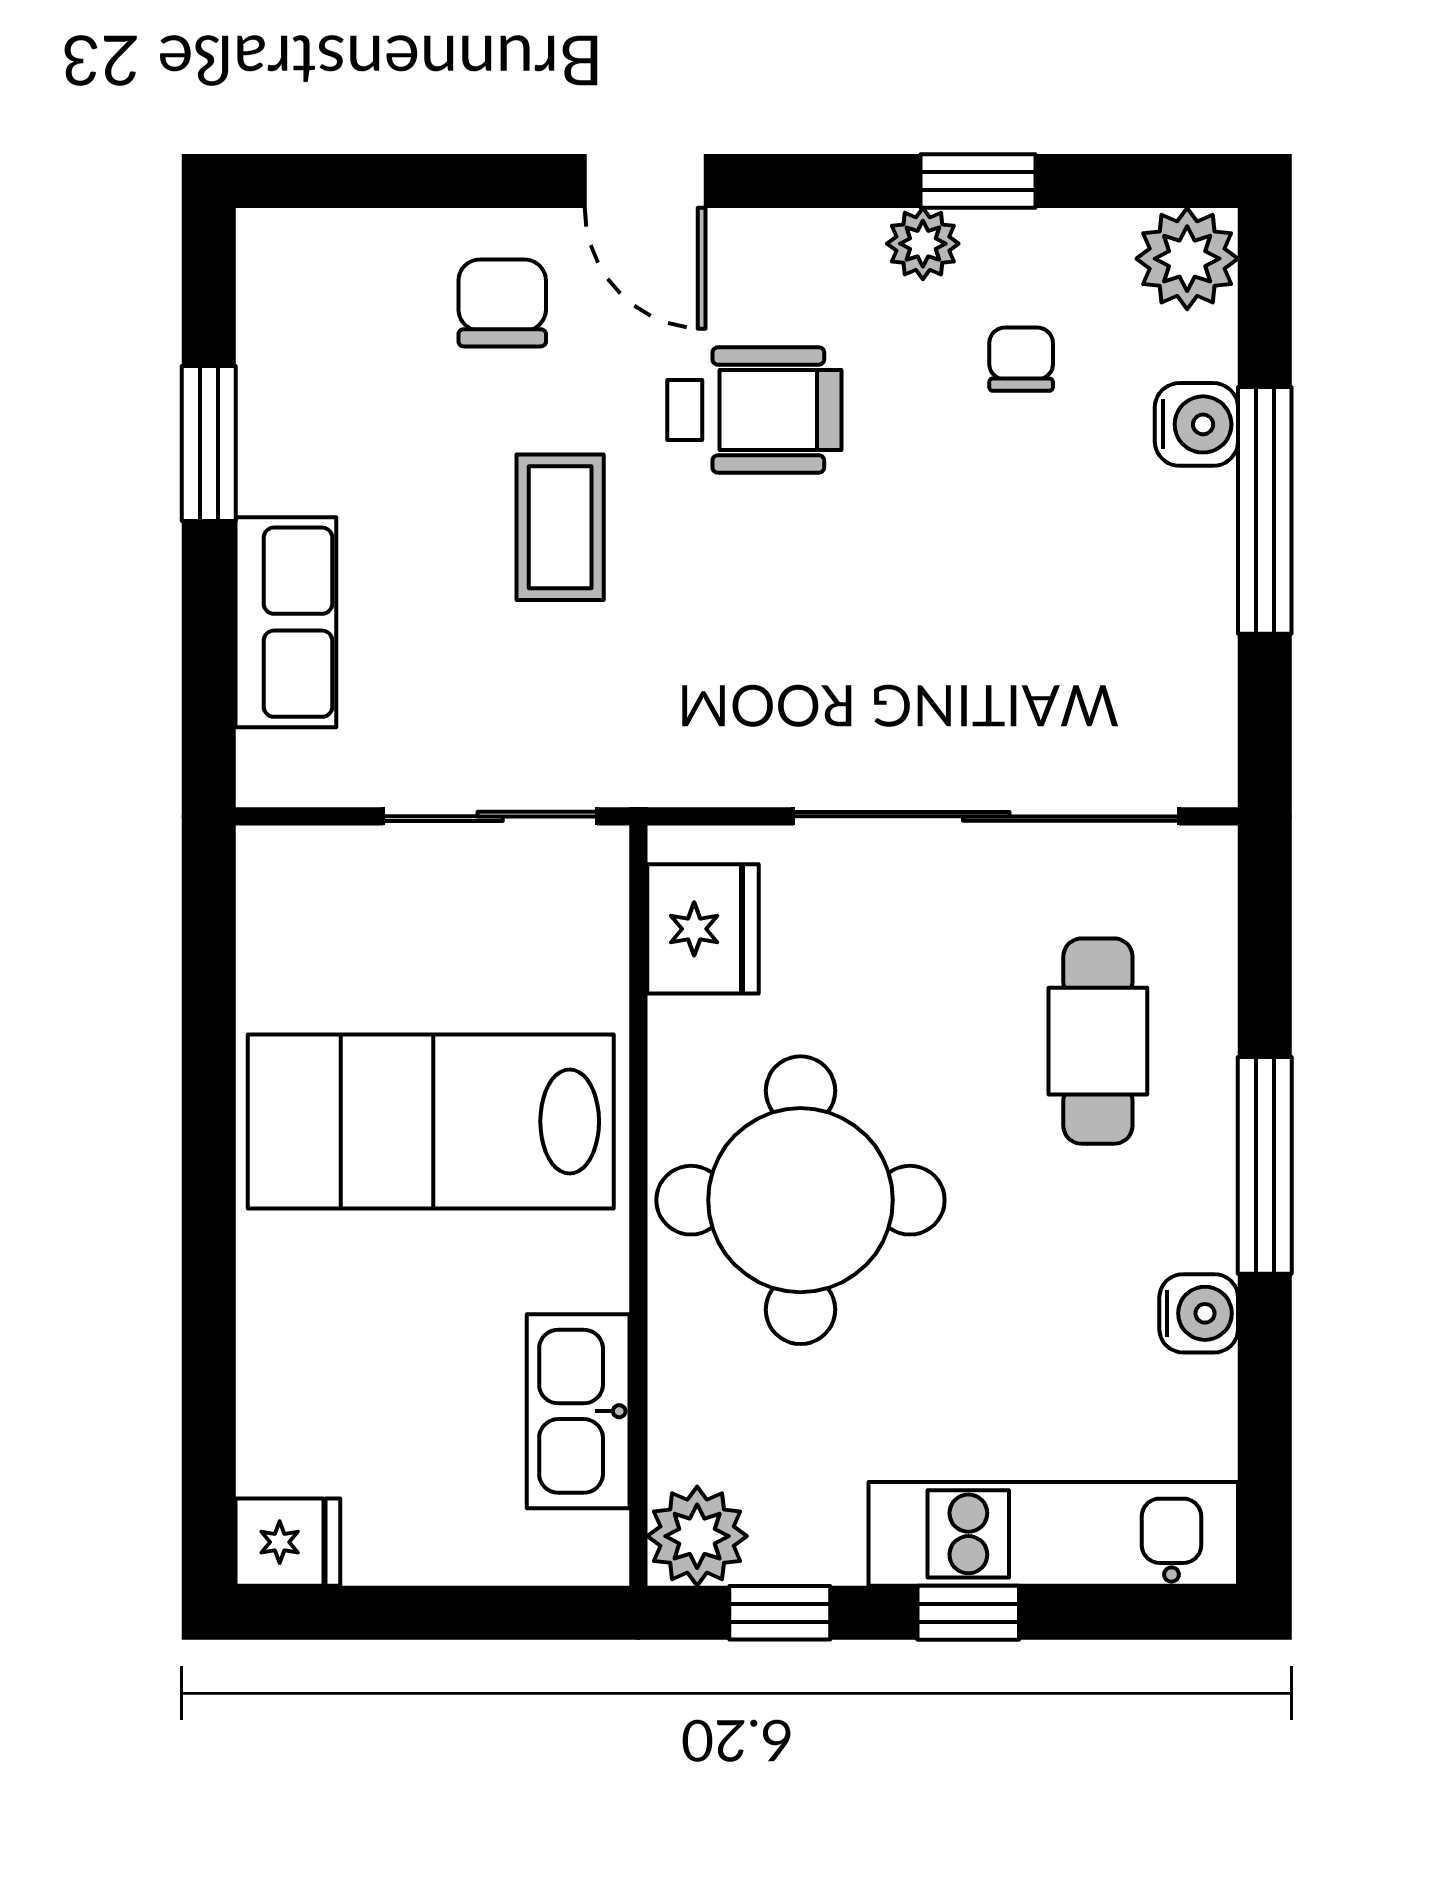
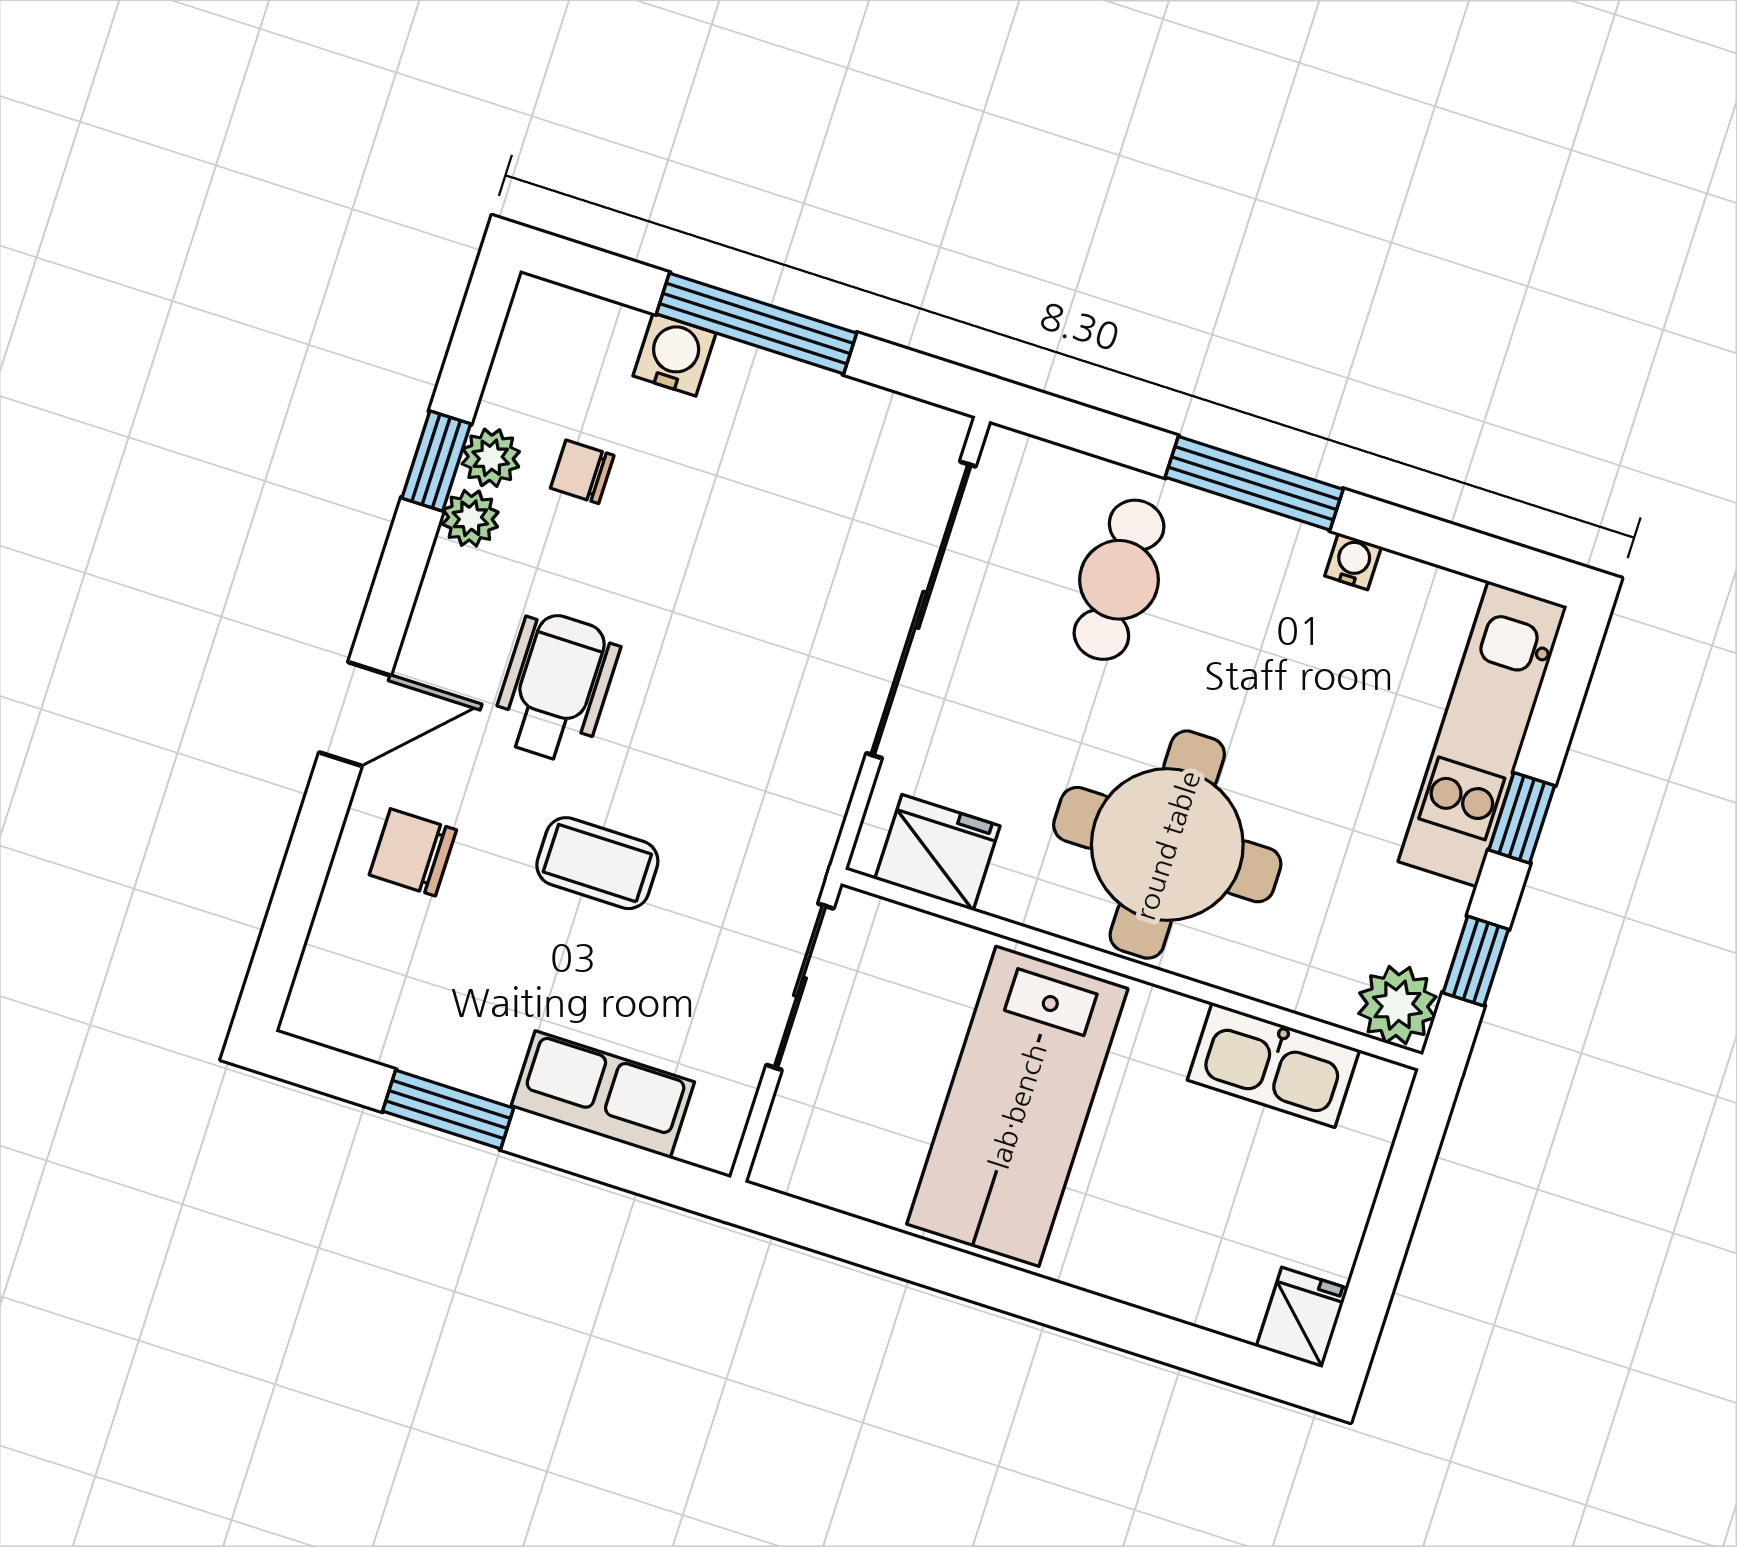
plant: (1187, 259) -> (491, 458), moved, width x0.73, depth x0.73
cafe table: (1098, 1041) -> (1119, 580), turned 90
water cooler: (1199, 1313) -> (1353, 561), width x0.72, depth x0.72

